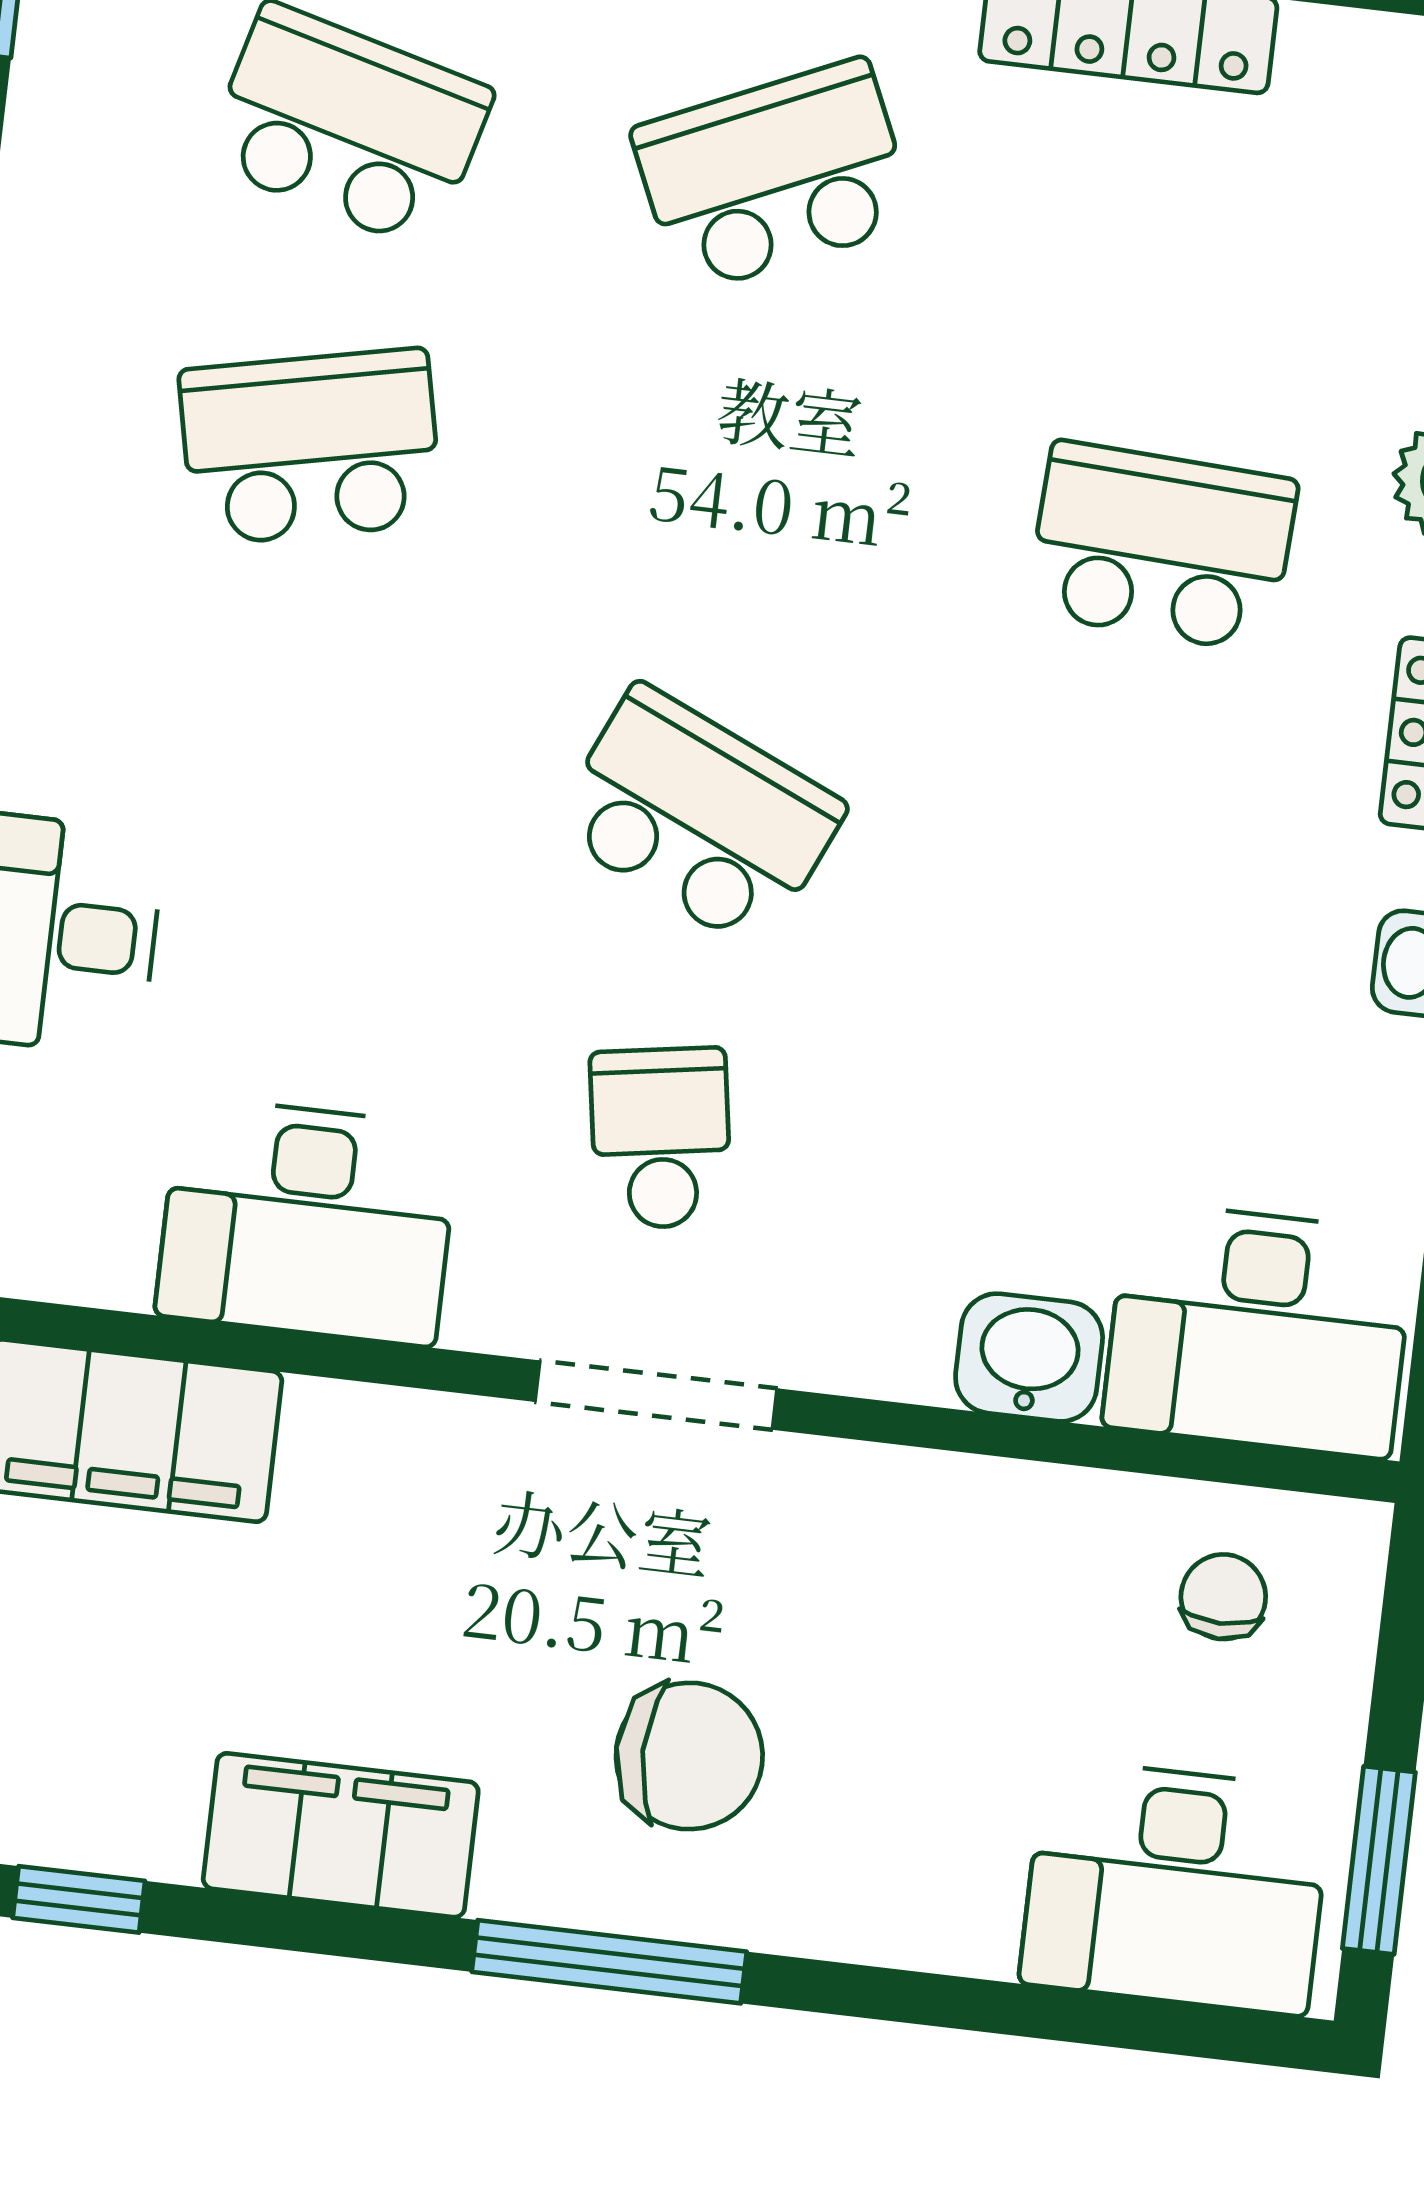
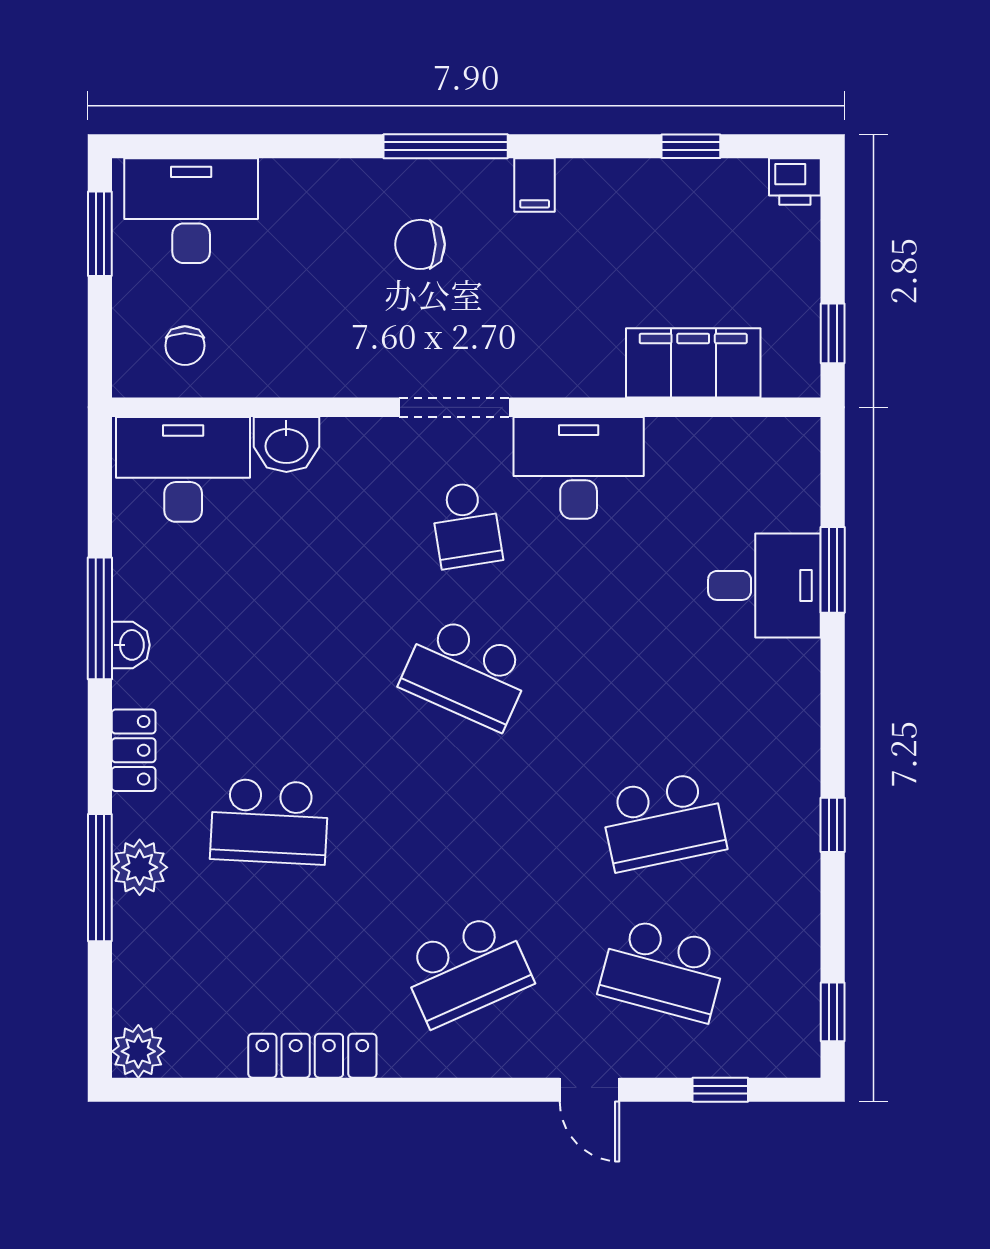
desk: (307, 1221) -> (579, 468), moved
chair: (689, 1756) -> (420, 244), width x0.73, depth x0.73
filing cabinet: (341, 1835) -> (535, 185), width x0.33, depth x0.86

